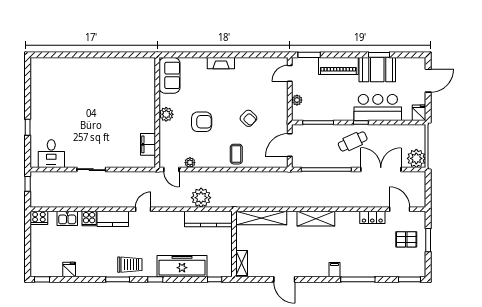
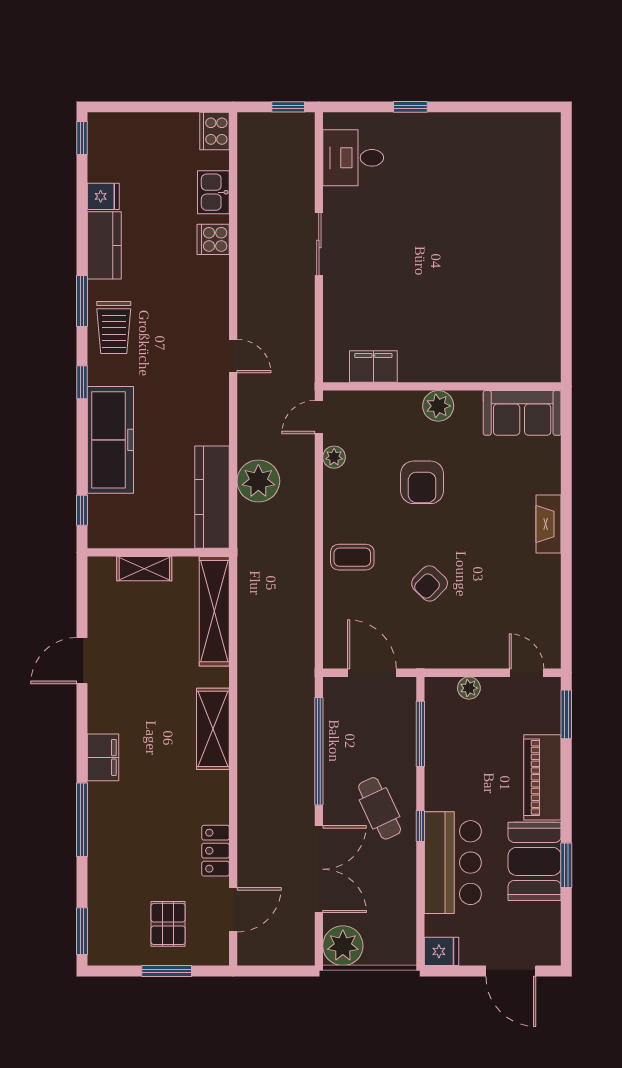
kitchen counter: (113, 219) -> (104, 245), moved, turned 180
shelving: (242, 263) -> (144, 569), moved
filing cabinet: (334, 270) -> (103, 757), width x2.00

